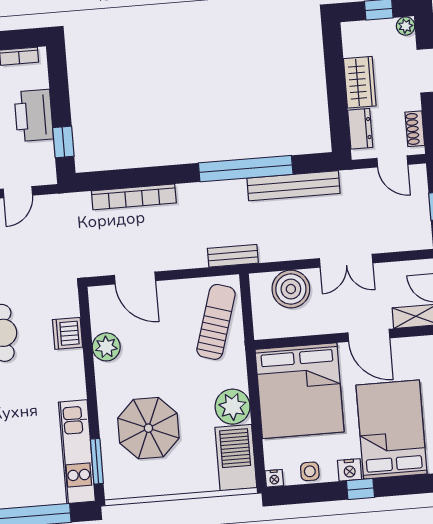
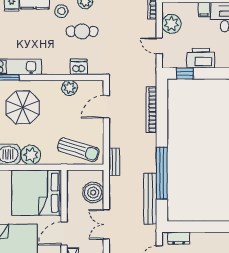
wardrobe: (360, 82) -> (204, 240), removed

